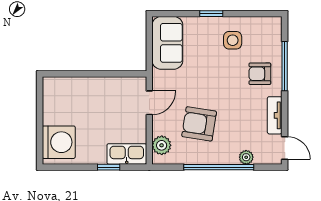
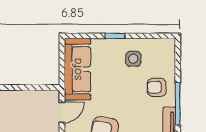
sofa: (167, 43) -> (77, 69), width x1.36
window: (285, 66) -> (178, 104), moved

